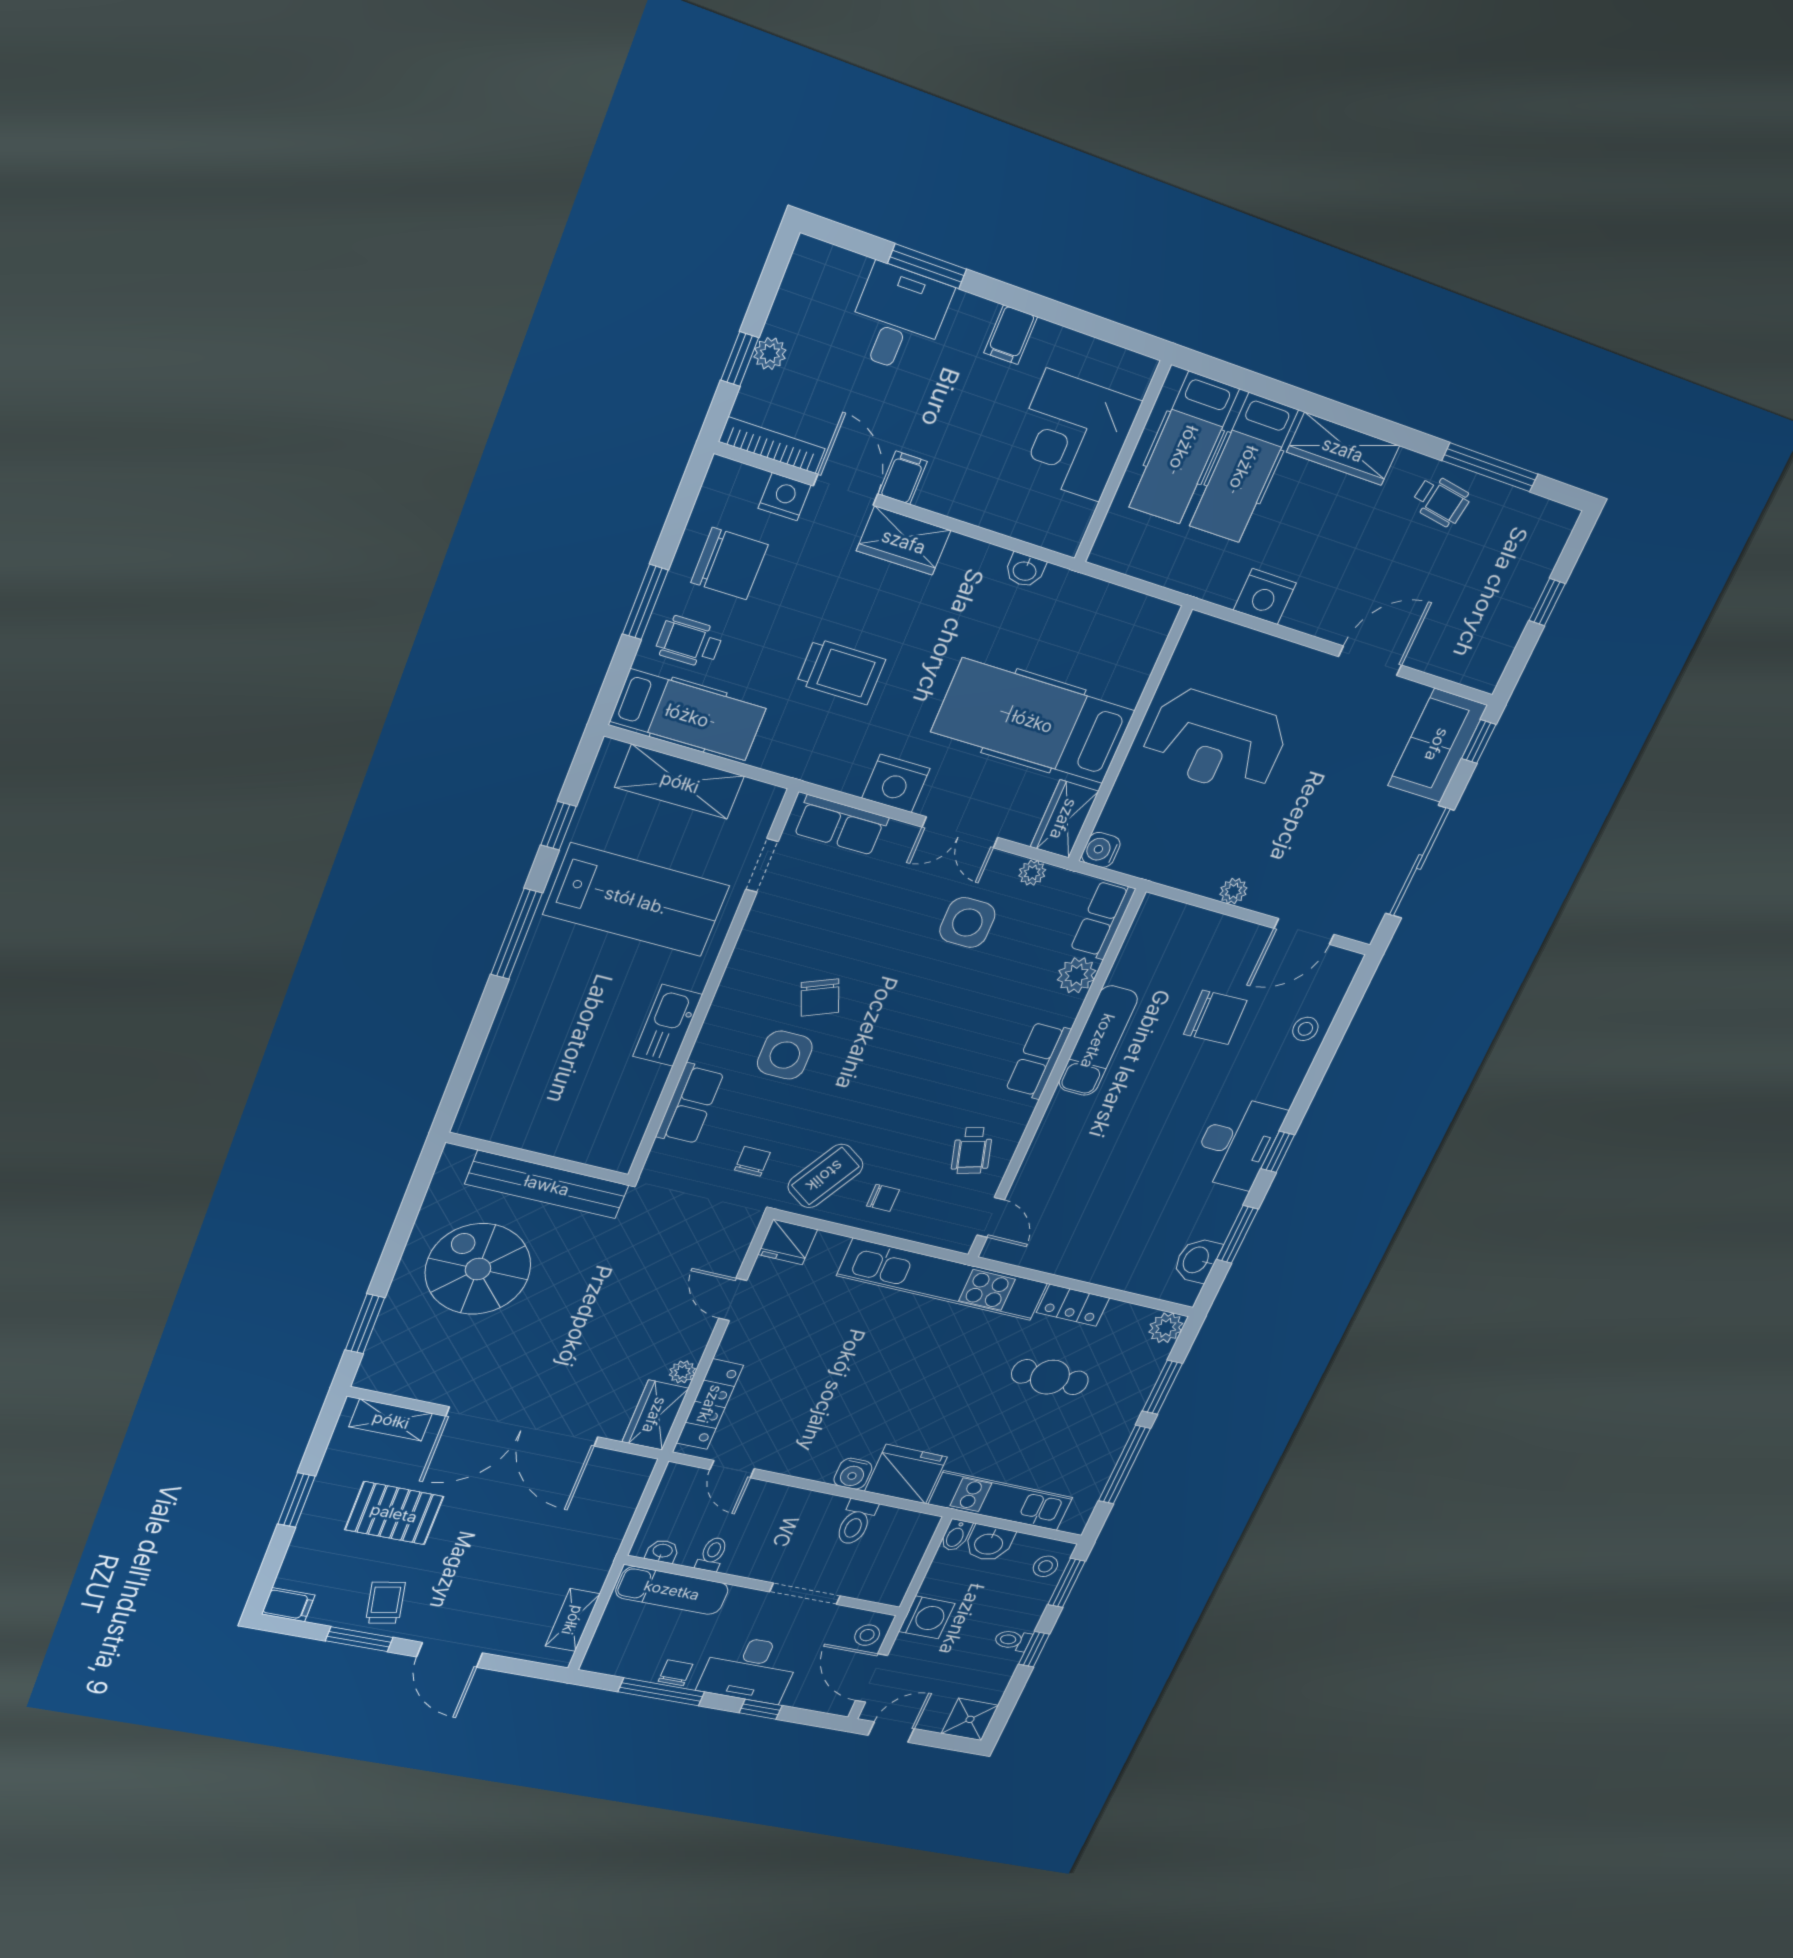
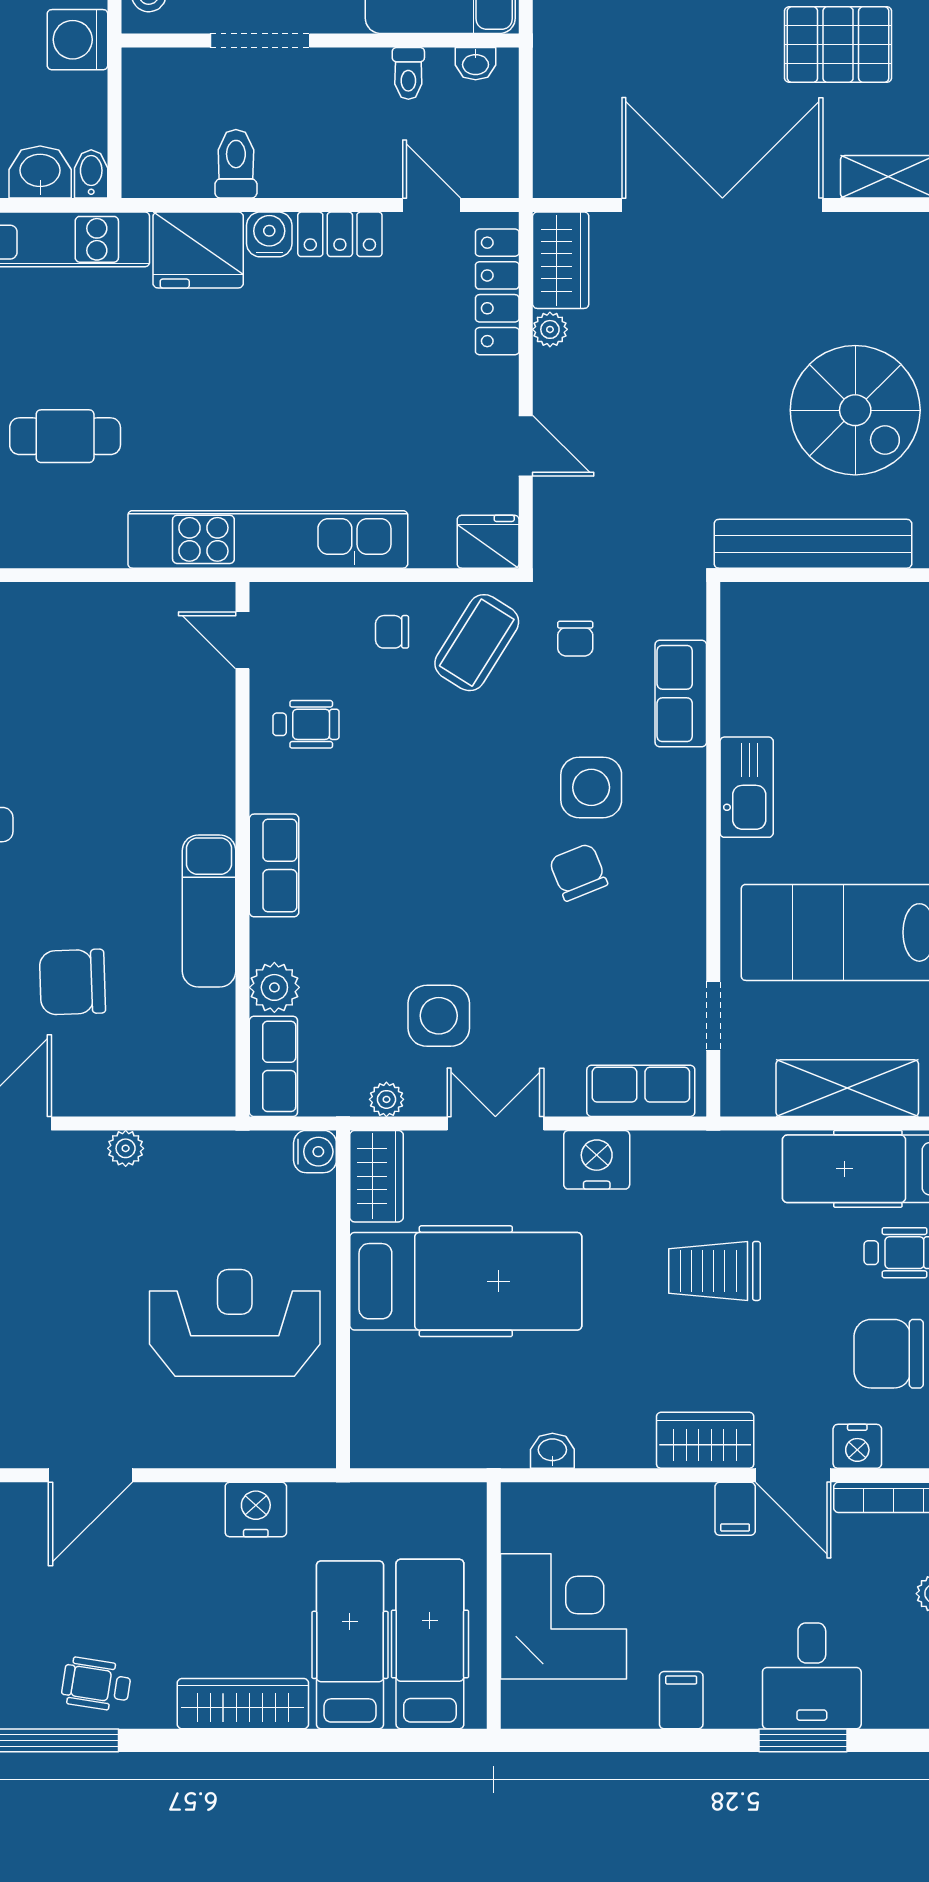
wheelchair: (972, 1151) -> (306, 724), turned 106
locker: (1073, 1305) -> (340, 234), moved, turned 180

